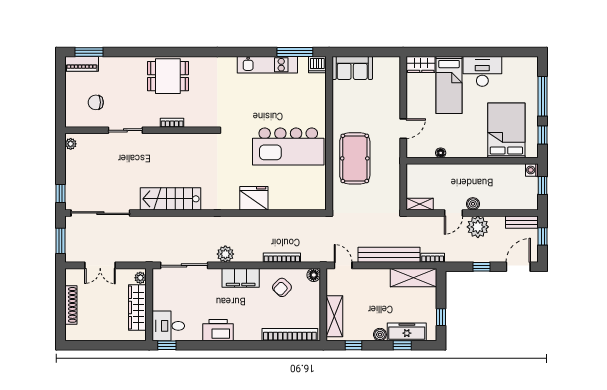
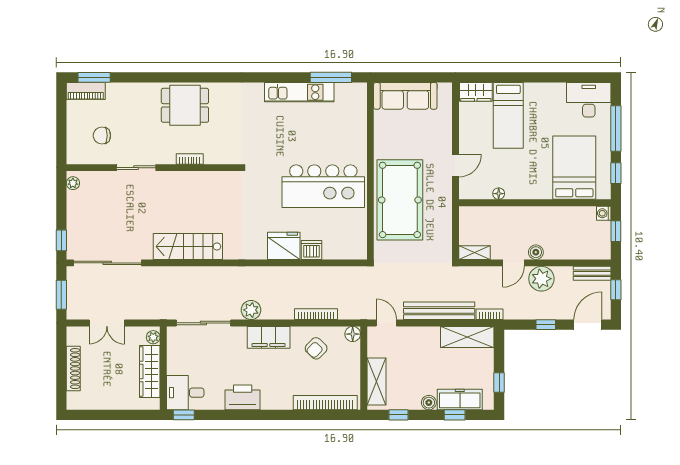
dishwasher: (317, 65) -> (311, 250), moved, turned 180
sofa: (352, 68) -> (405, 96), width x1.36
desk: (482, 71) -> (589, 100), moved
pool table: (355, 158) -> (400, 200), width x1.36, depth x1.32

